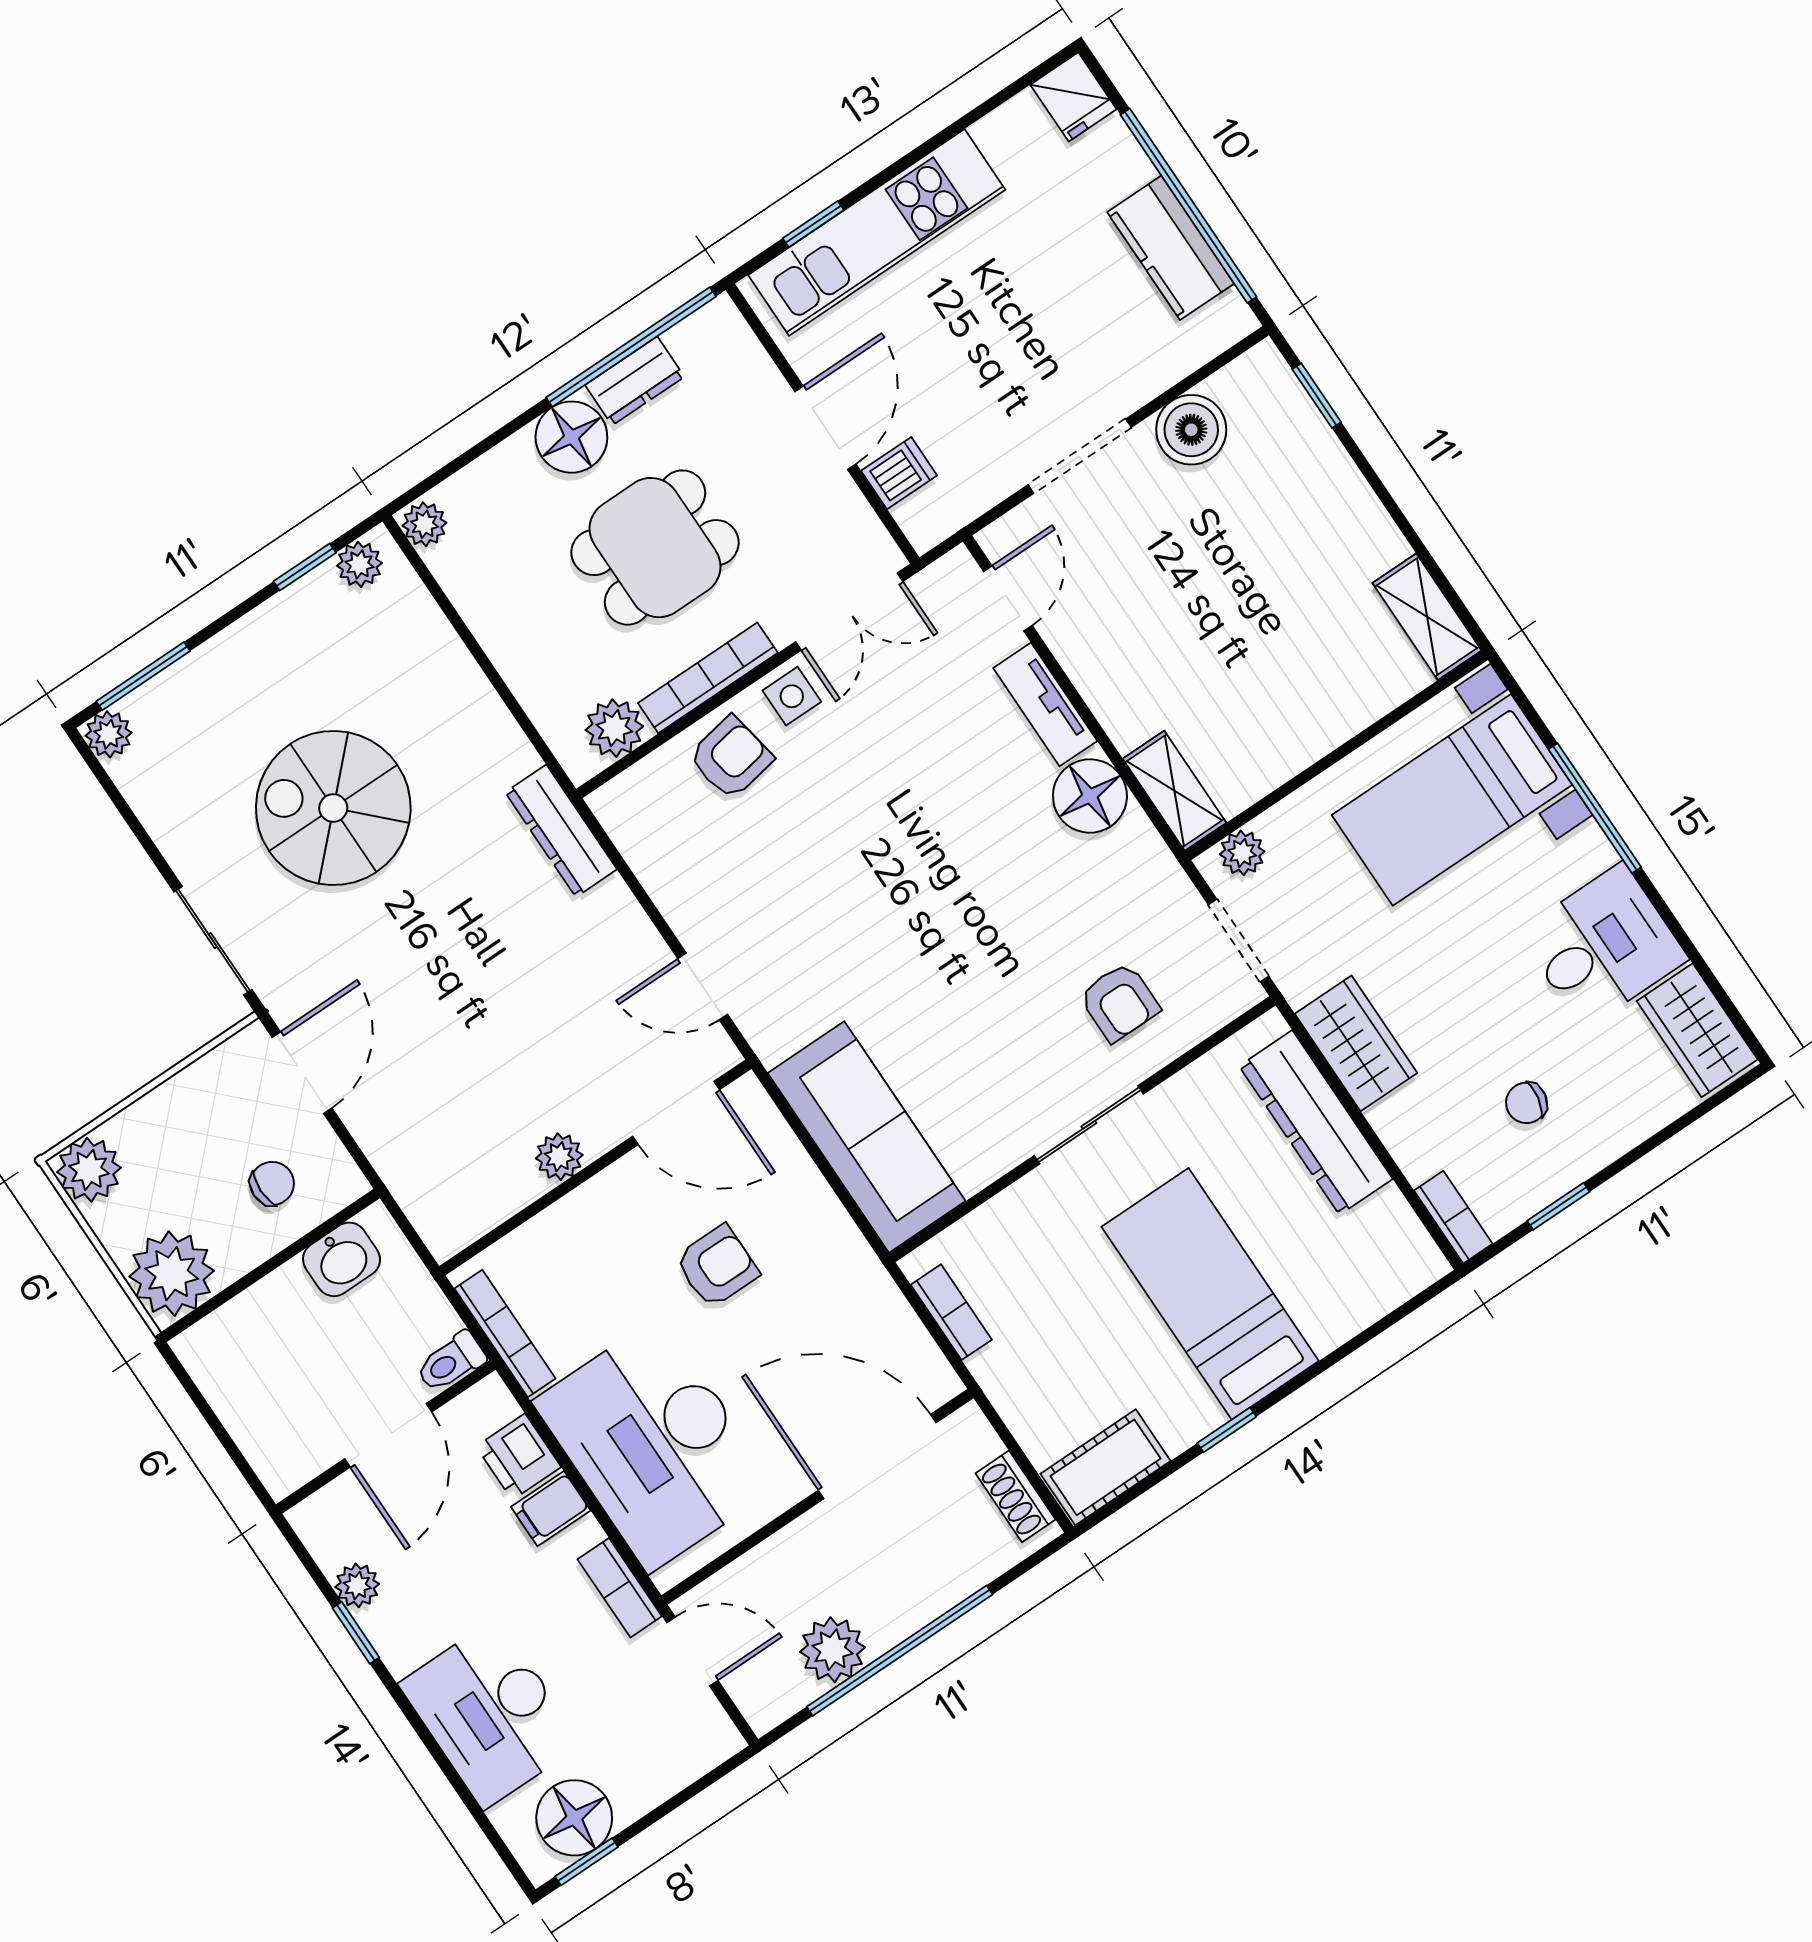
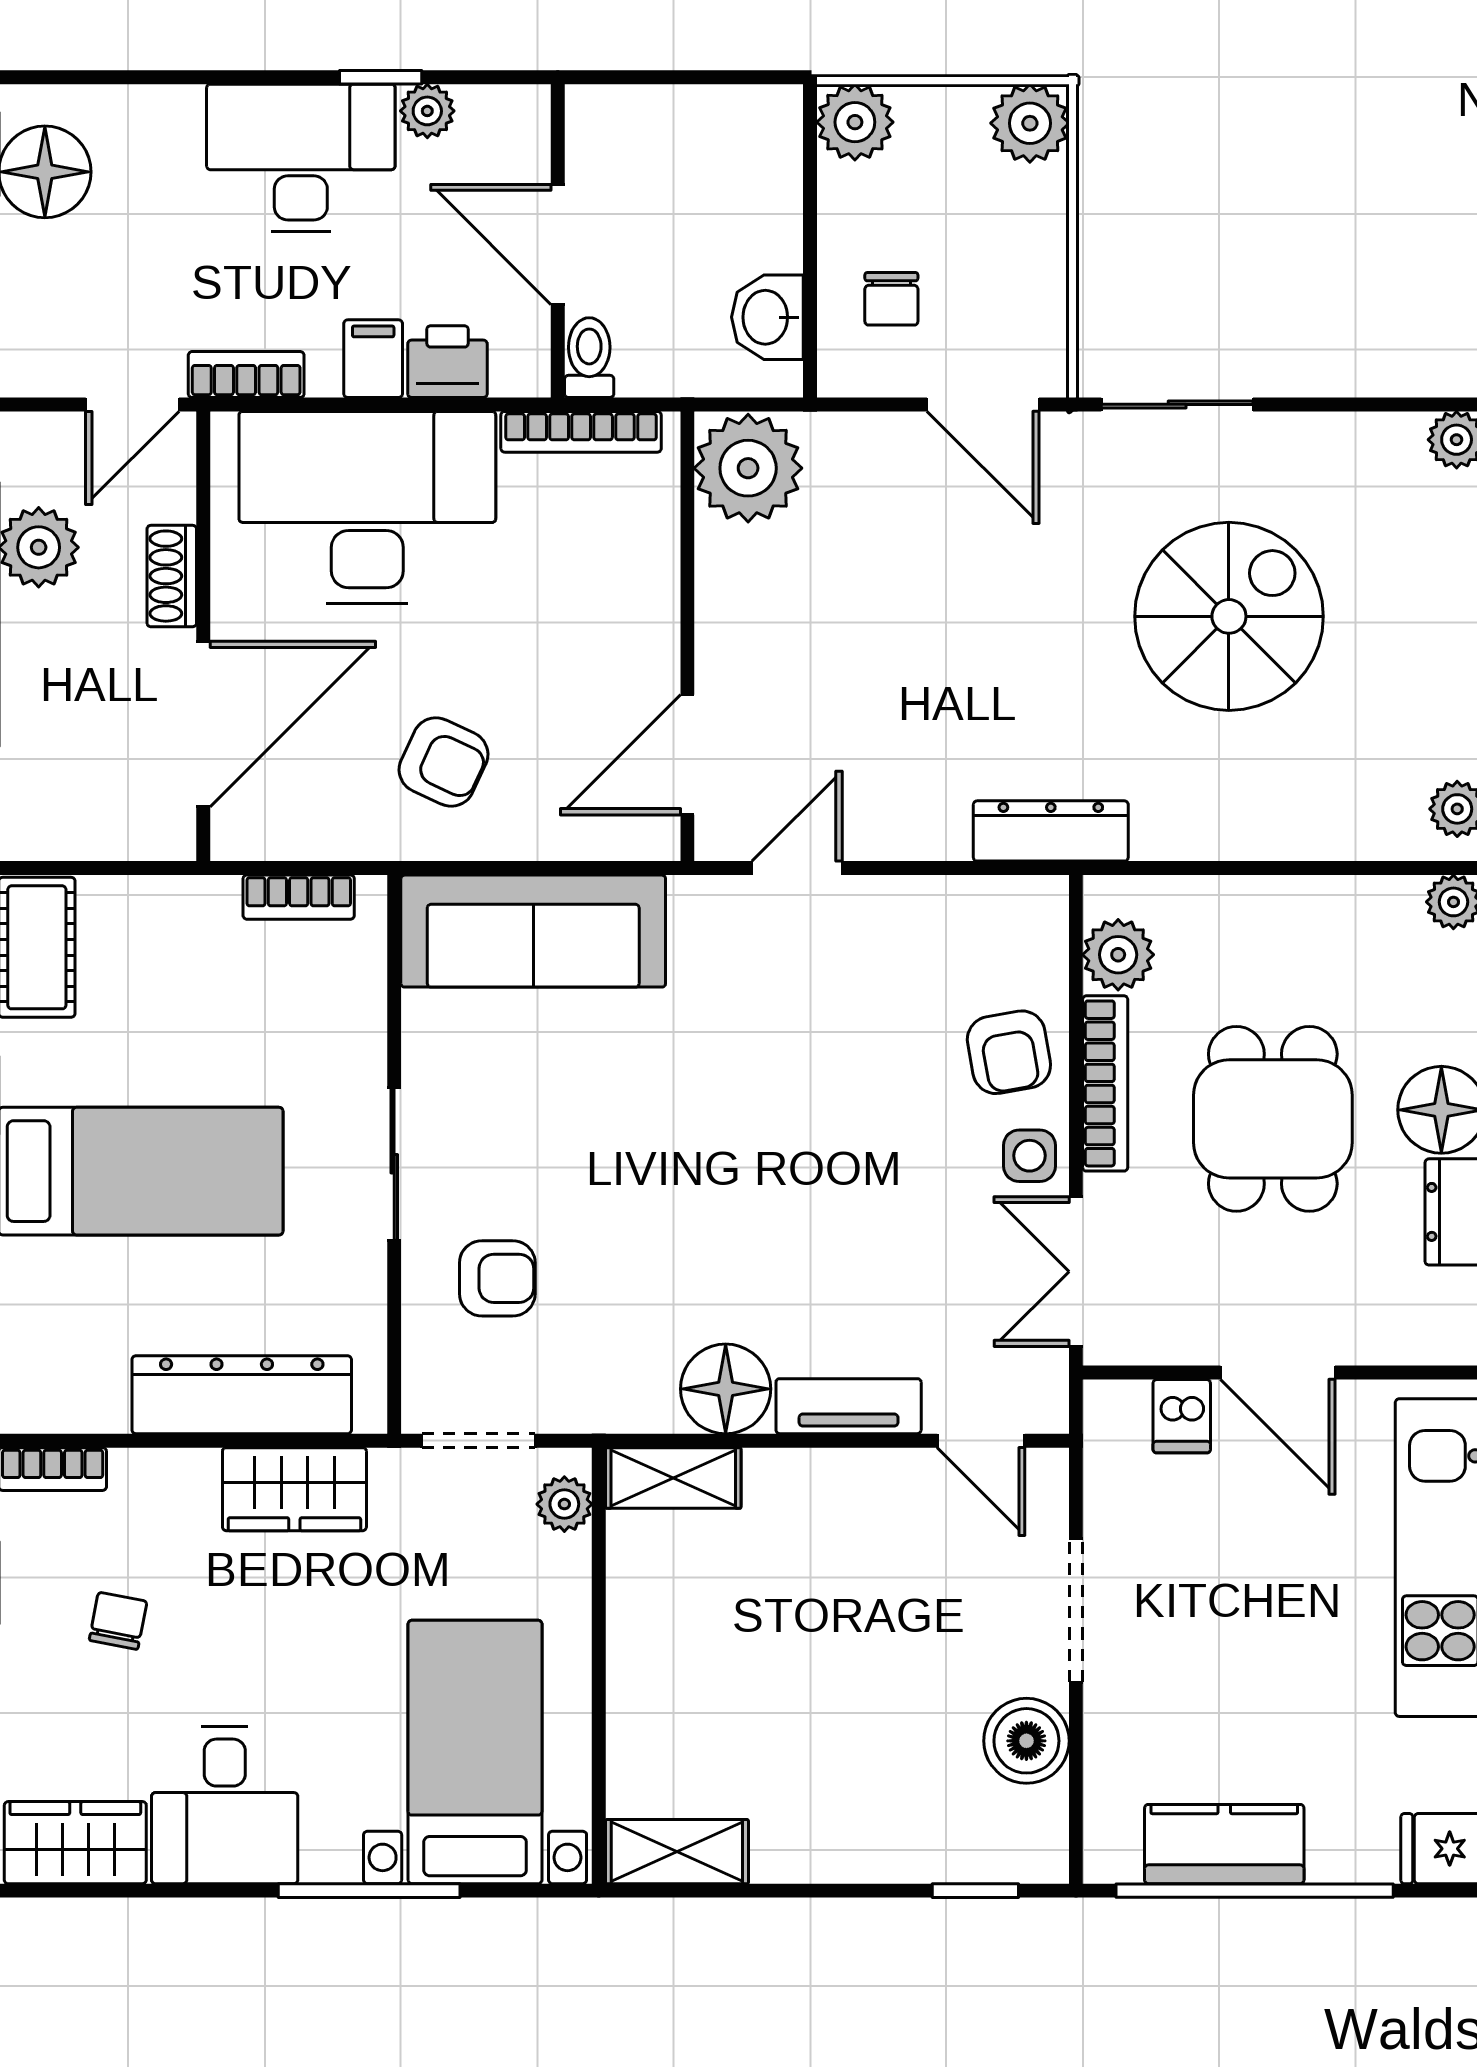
armchair: (1119, 1002) -> (497, 1278), turned 180
plant: (559, 1157) -> (748, 468), moved, width x1.88, depth x1.88
armchair: (717, 1266) -> (444, 762), moved, turned -65
plant: (172, 1274) -> (855, 122), width x0.73, depth x0.73
shoe rack: (1015, 1496) -> (172, 576), moved, turned -90
desk: (490, 1714) -> (301, 158), moved

